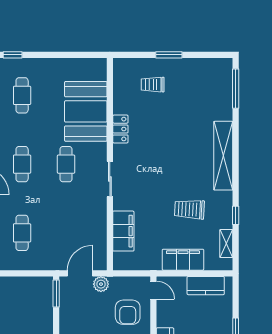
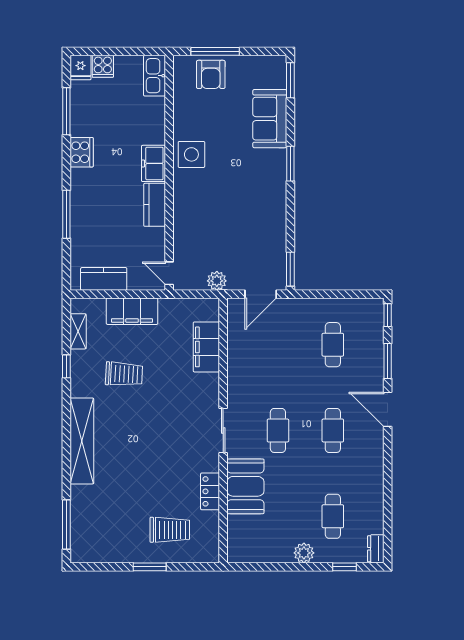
plant: (45, 66) -> (304, 553), added
trolley: (153, 85) -> (170, 530), width x1.36, depth x1.39
booth: (86, 111) -> (245, 486), width x0.73, depth x0.70
locker: (120, 129) -> (210, 491), moved
sliding door: (110, 179) -> (223, 431), moved
plant: (101, 284) -> (217, 281), moved
armchair: (128, 312) -> (201, 246), removed

